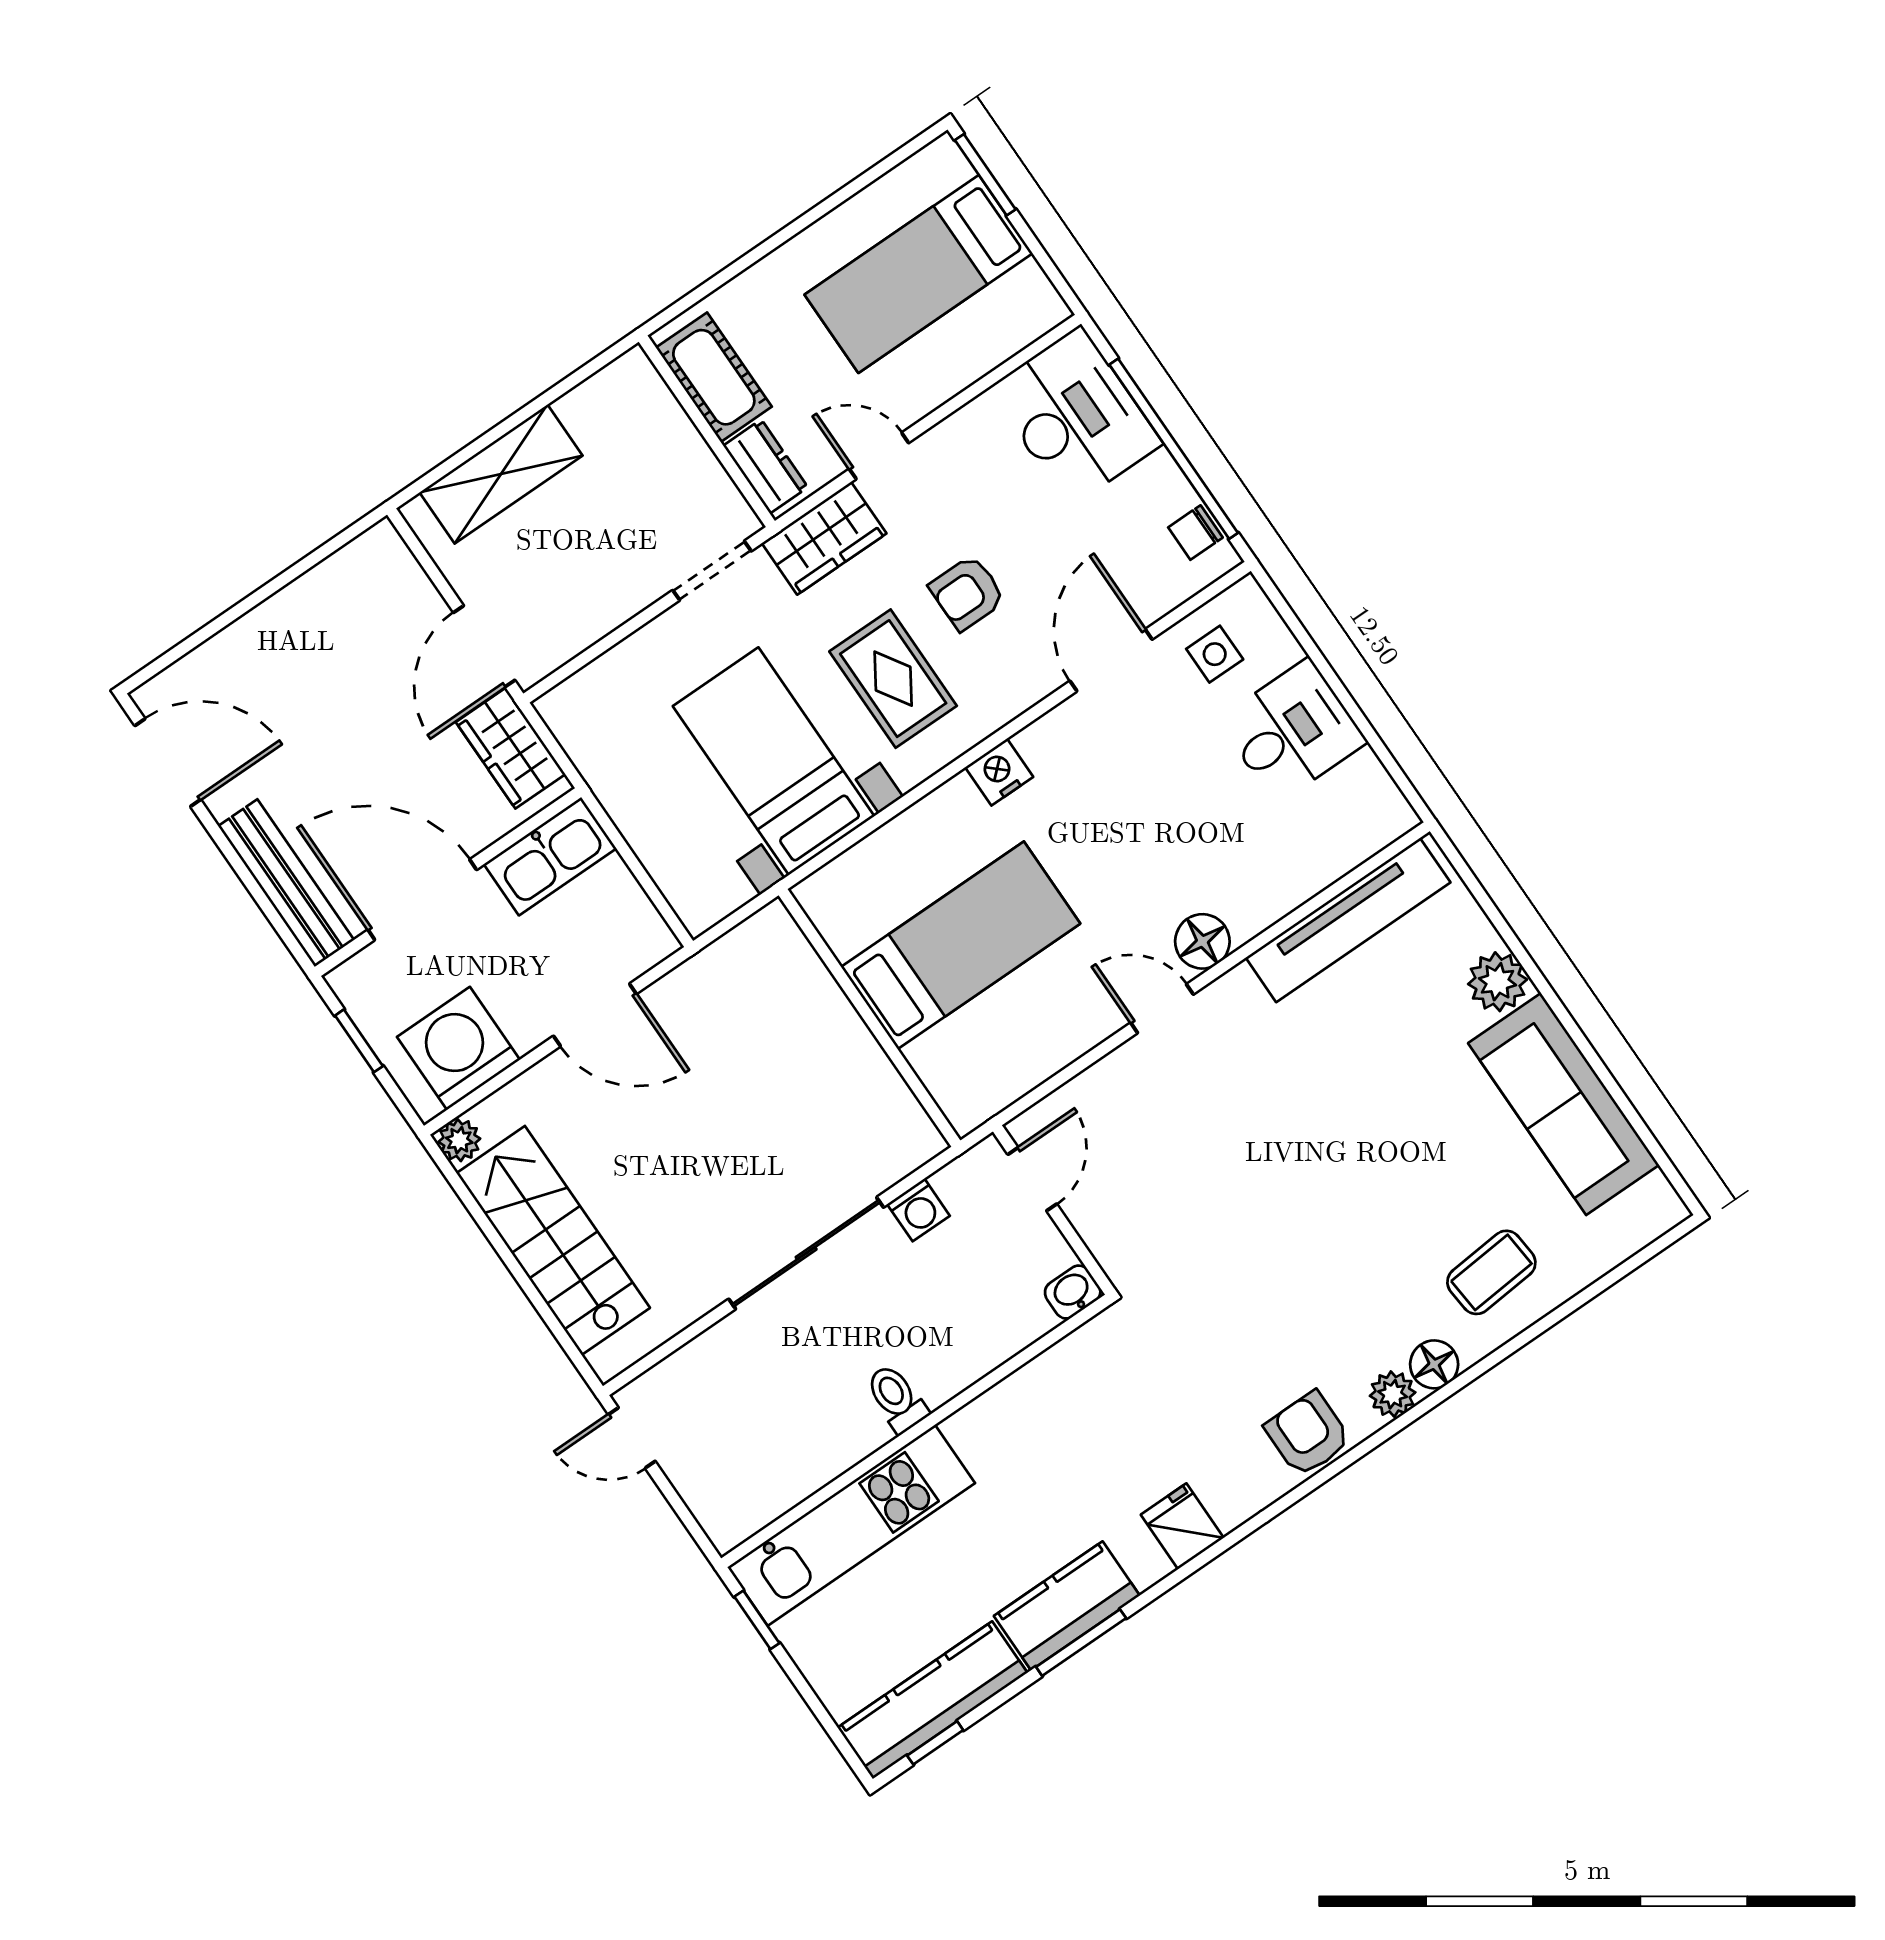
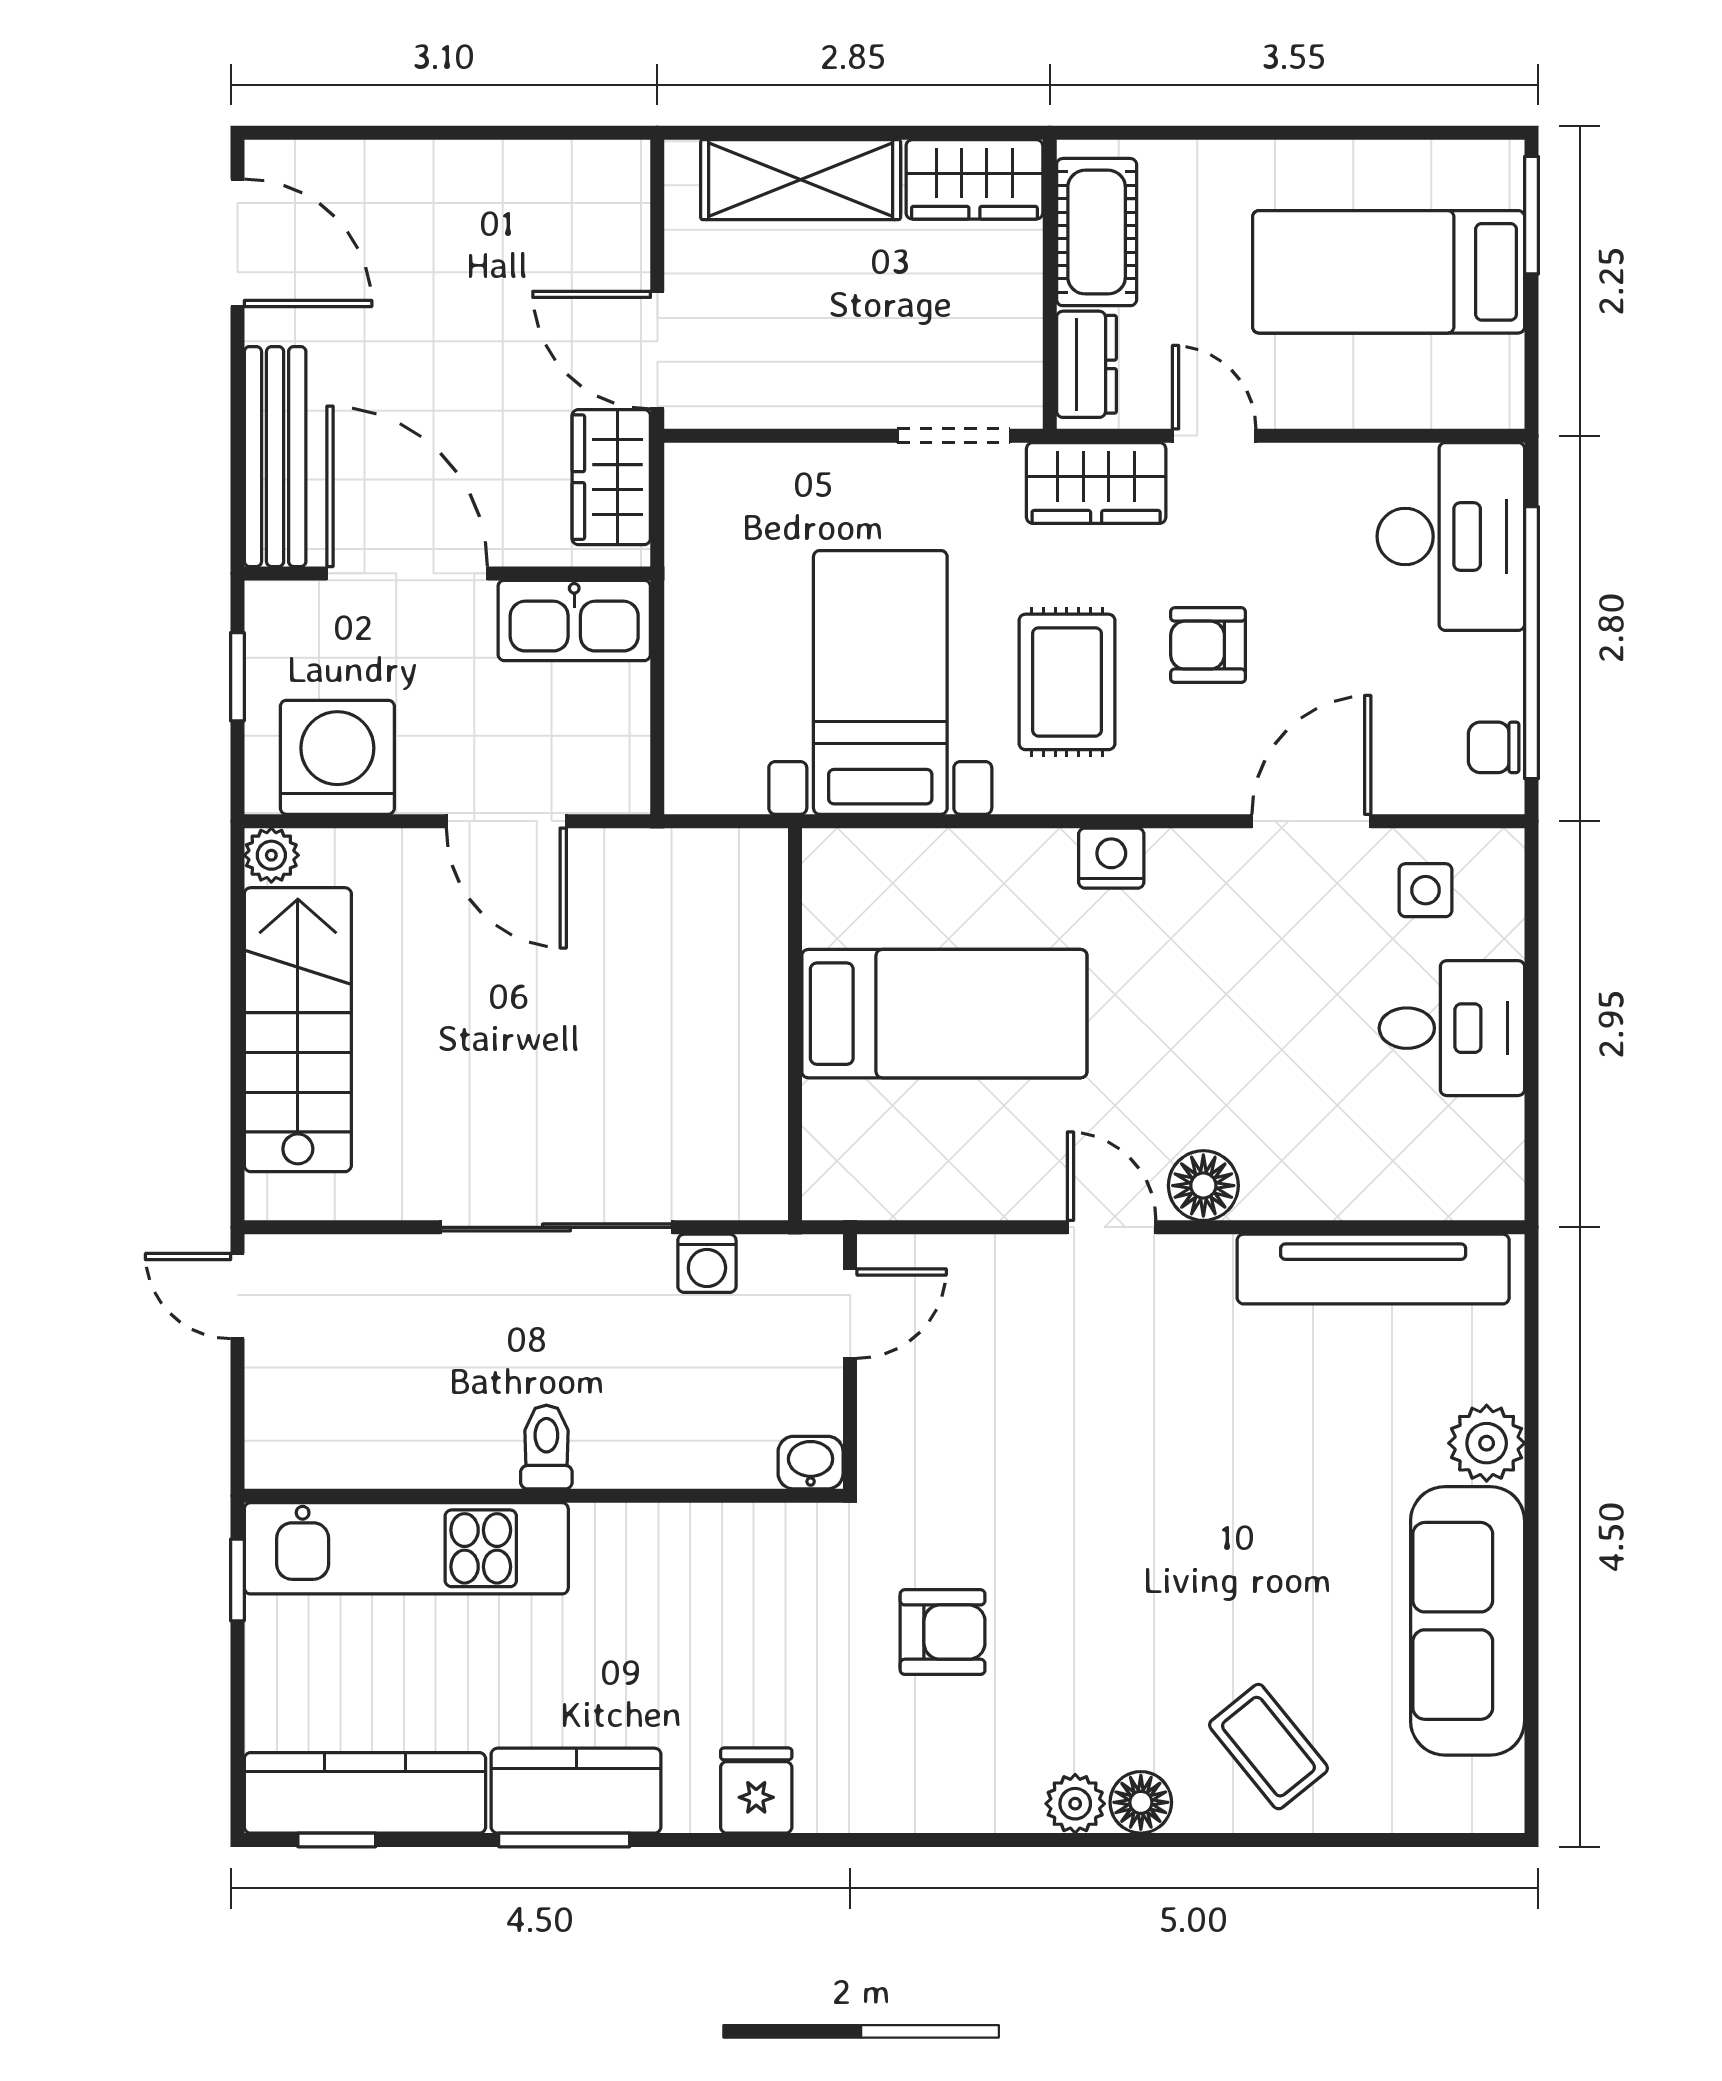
wardrobe: (612, 397) -> (974, 179), added
door: (484, 646) -> (657, 350), hinge flipped
coffee table: (1491, 1272) -> (1268, 1747), turned 56
armchair: (1308, 1434) -> (943, 1632), moved, turned 90

